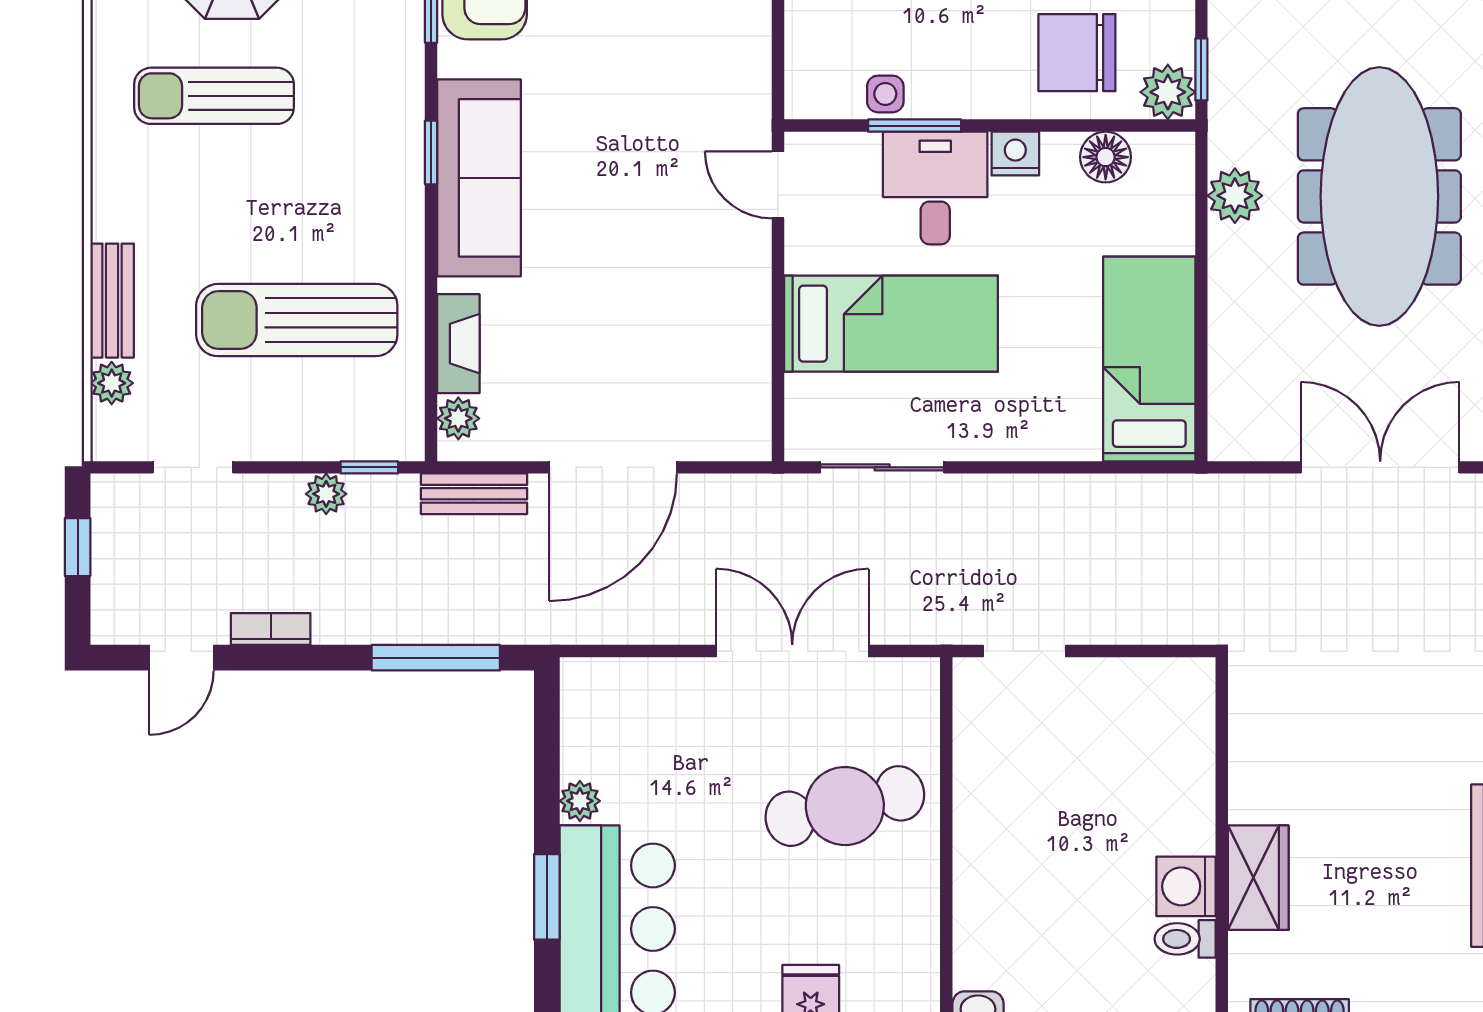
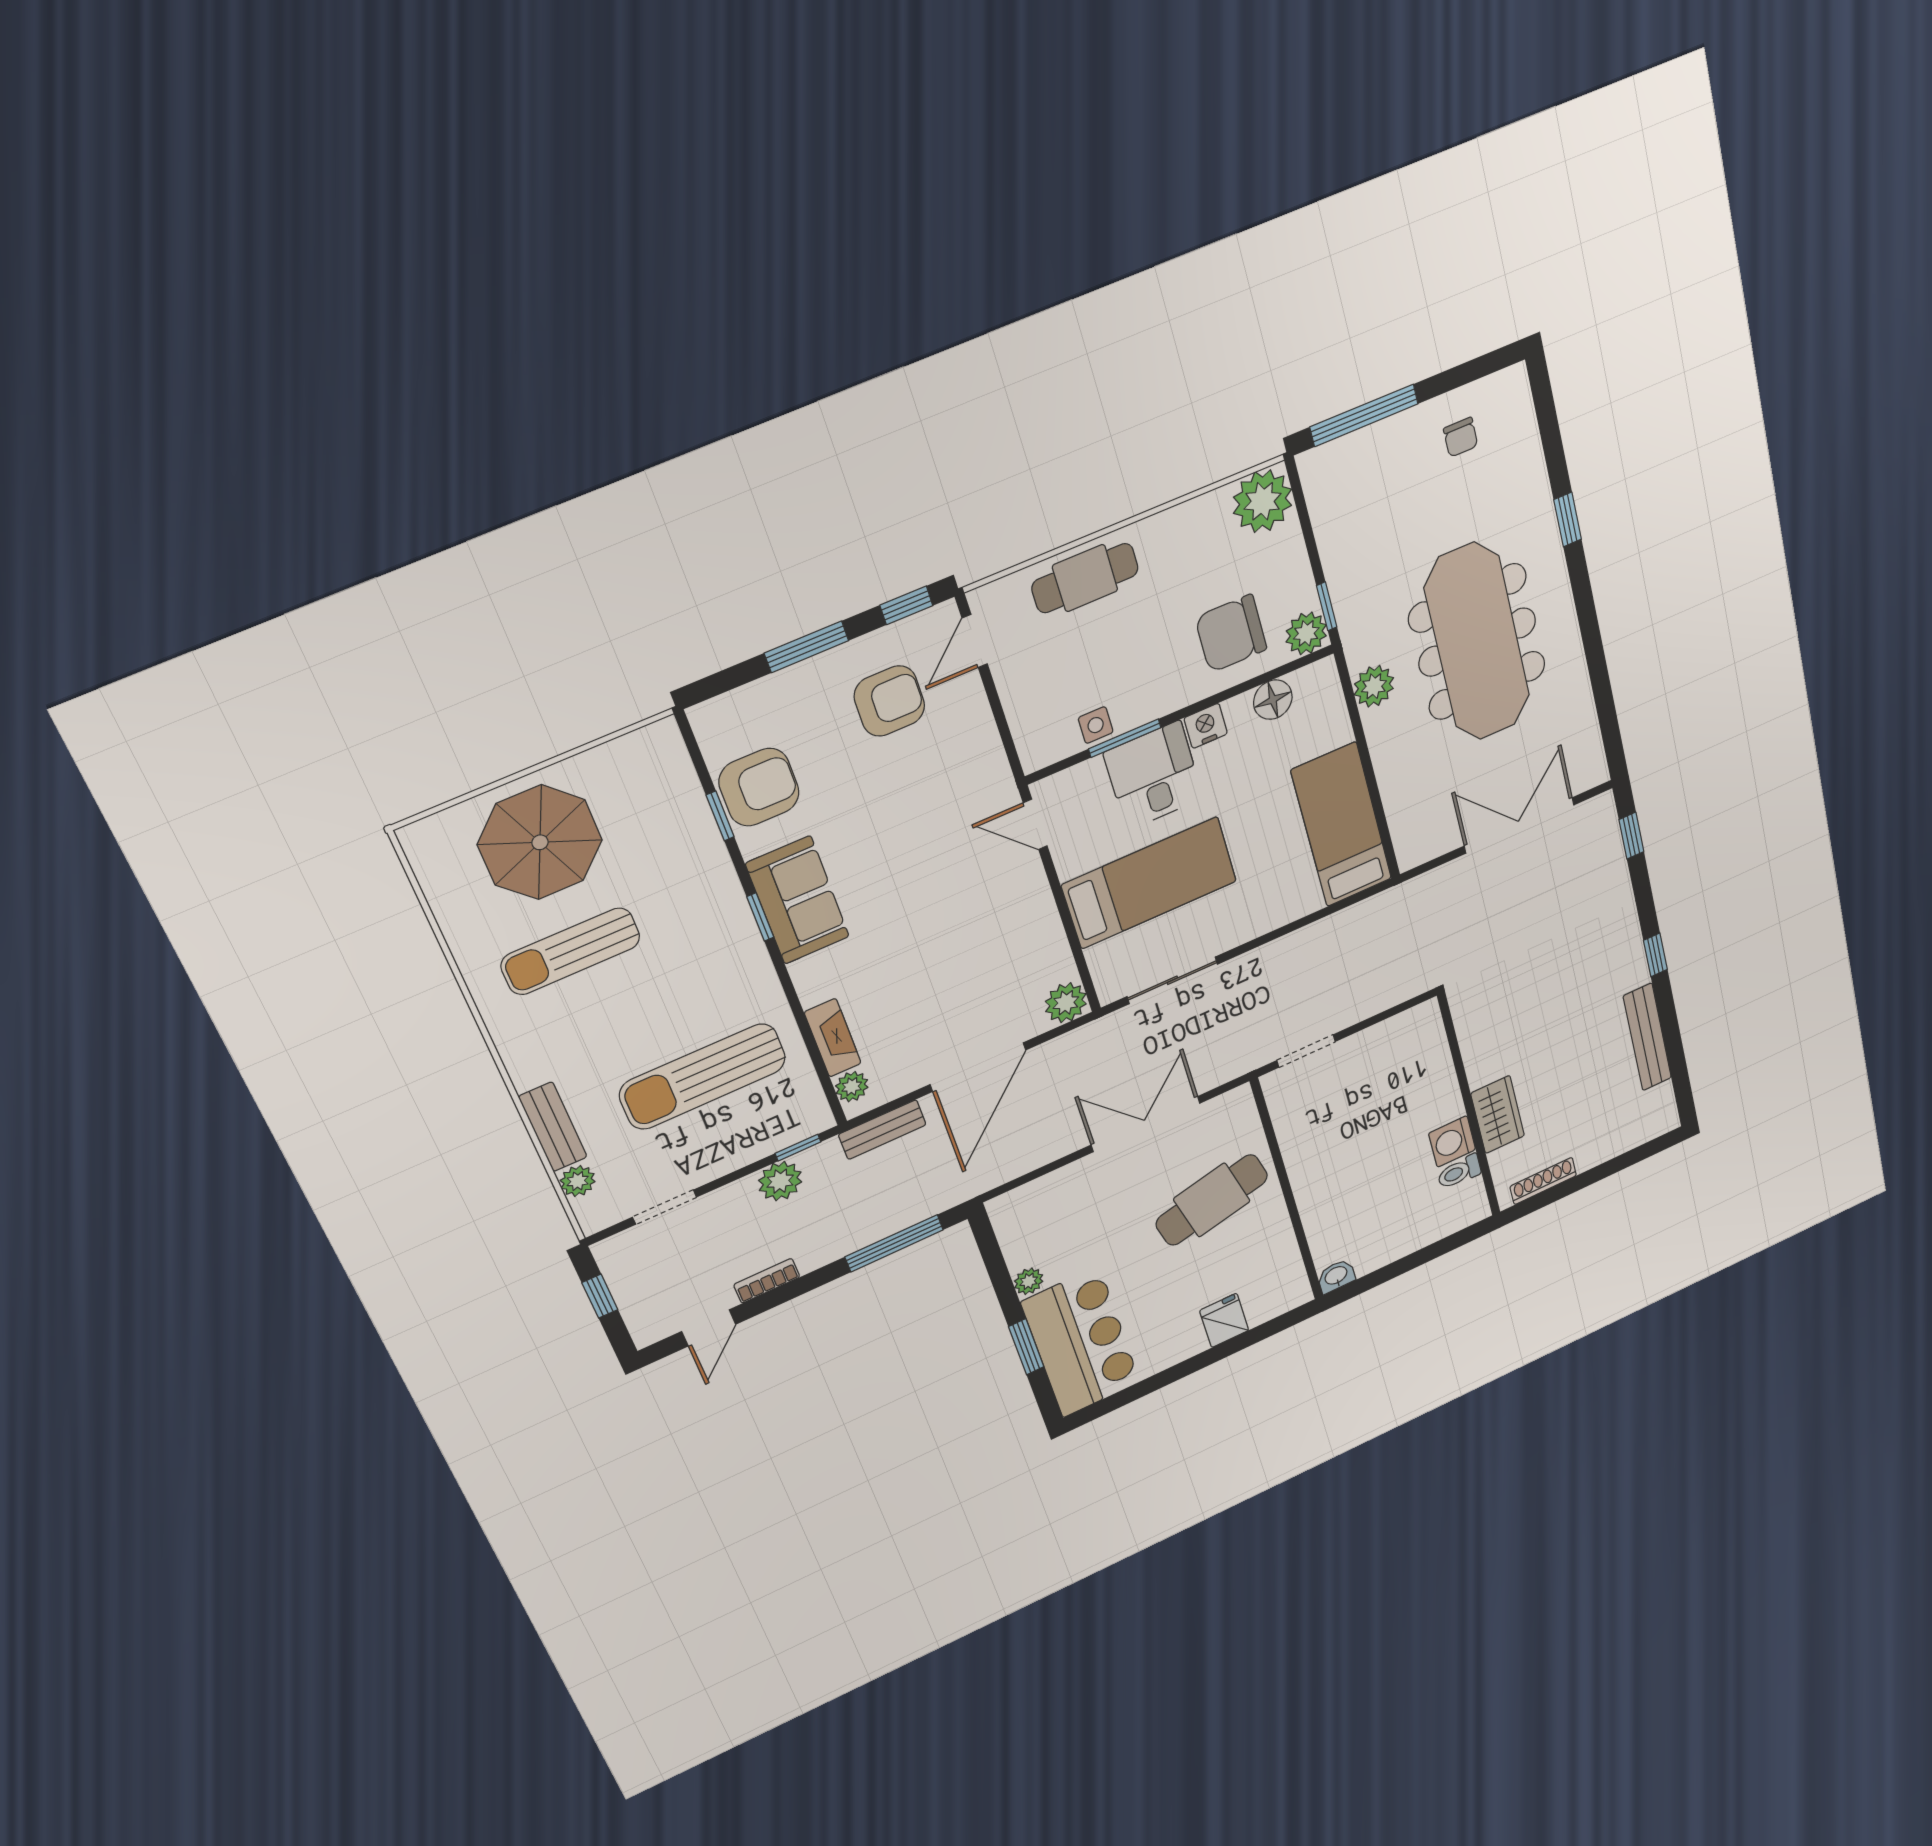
sofa: (479, 178) -> (798, 900), width x0.73
plant: (744, 433) -> (1066, 1003), added
plant: (326, 494) -> (780, 1181), width x1.38, depth x1.38

